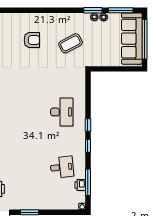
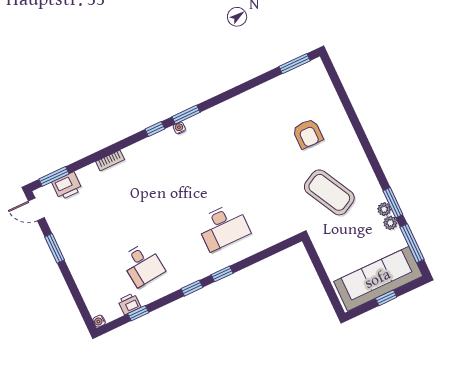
window: (145, 39) -> (386, 298), width x0.32
coffee table: (70, 43) -> (329, 192), width x1.36, depth x1.32
window: (88, 182) -> (138, 313), width x0.46

